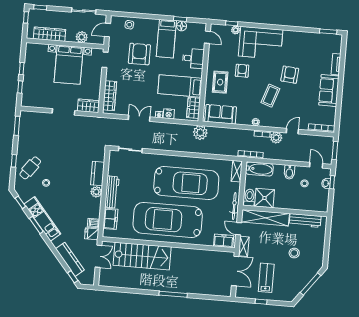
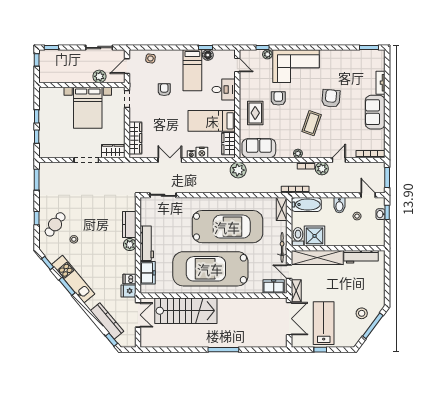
wardrobe: (50, 34) -> (64, 76), removed
armchair: (139, 54) -> (164, 90), width x0.53, depth x0.53
stool: (294, 253) -> (362, 313), moved
lab bench: (266, 278) -> (324, 323), width x1.36, depth x1.39

